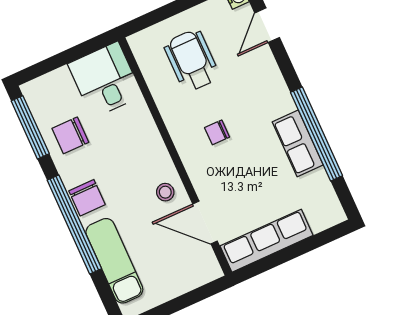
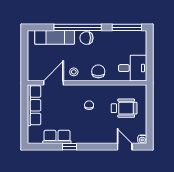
window: (316, 134) -> (69, 147), width x0.32
chair: (70, 135) -> (98, 71), moved
row of seats: (298, 143) -> (57, 137), moved

